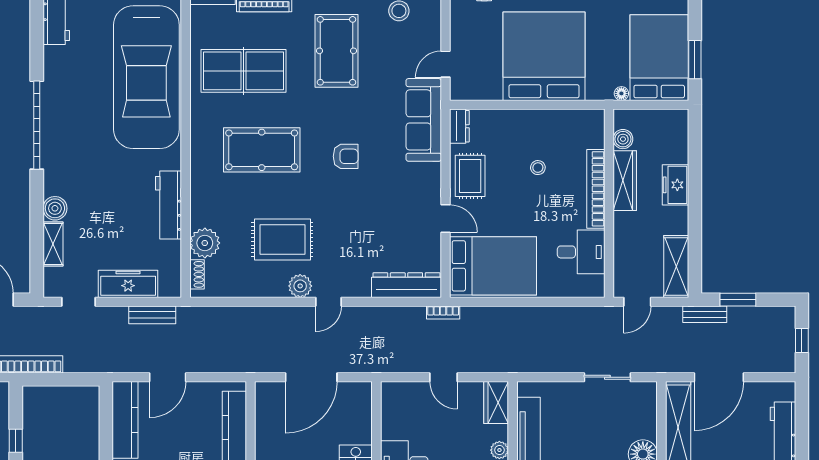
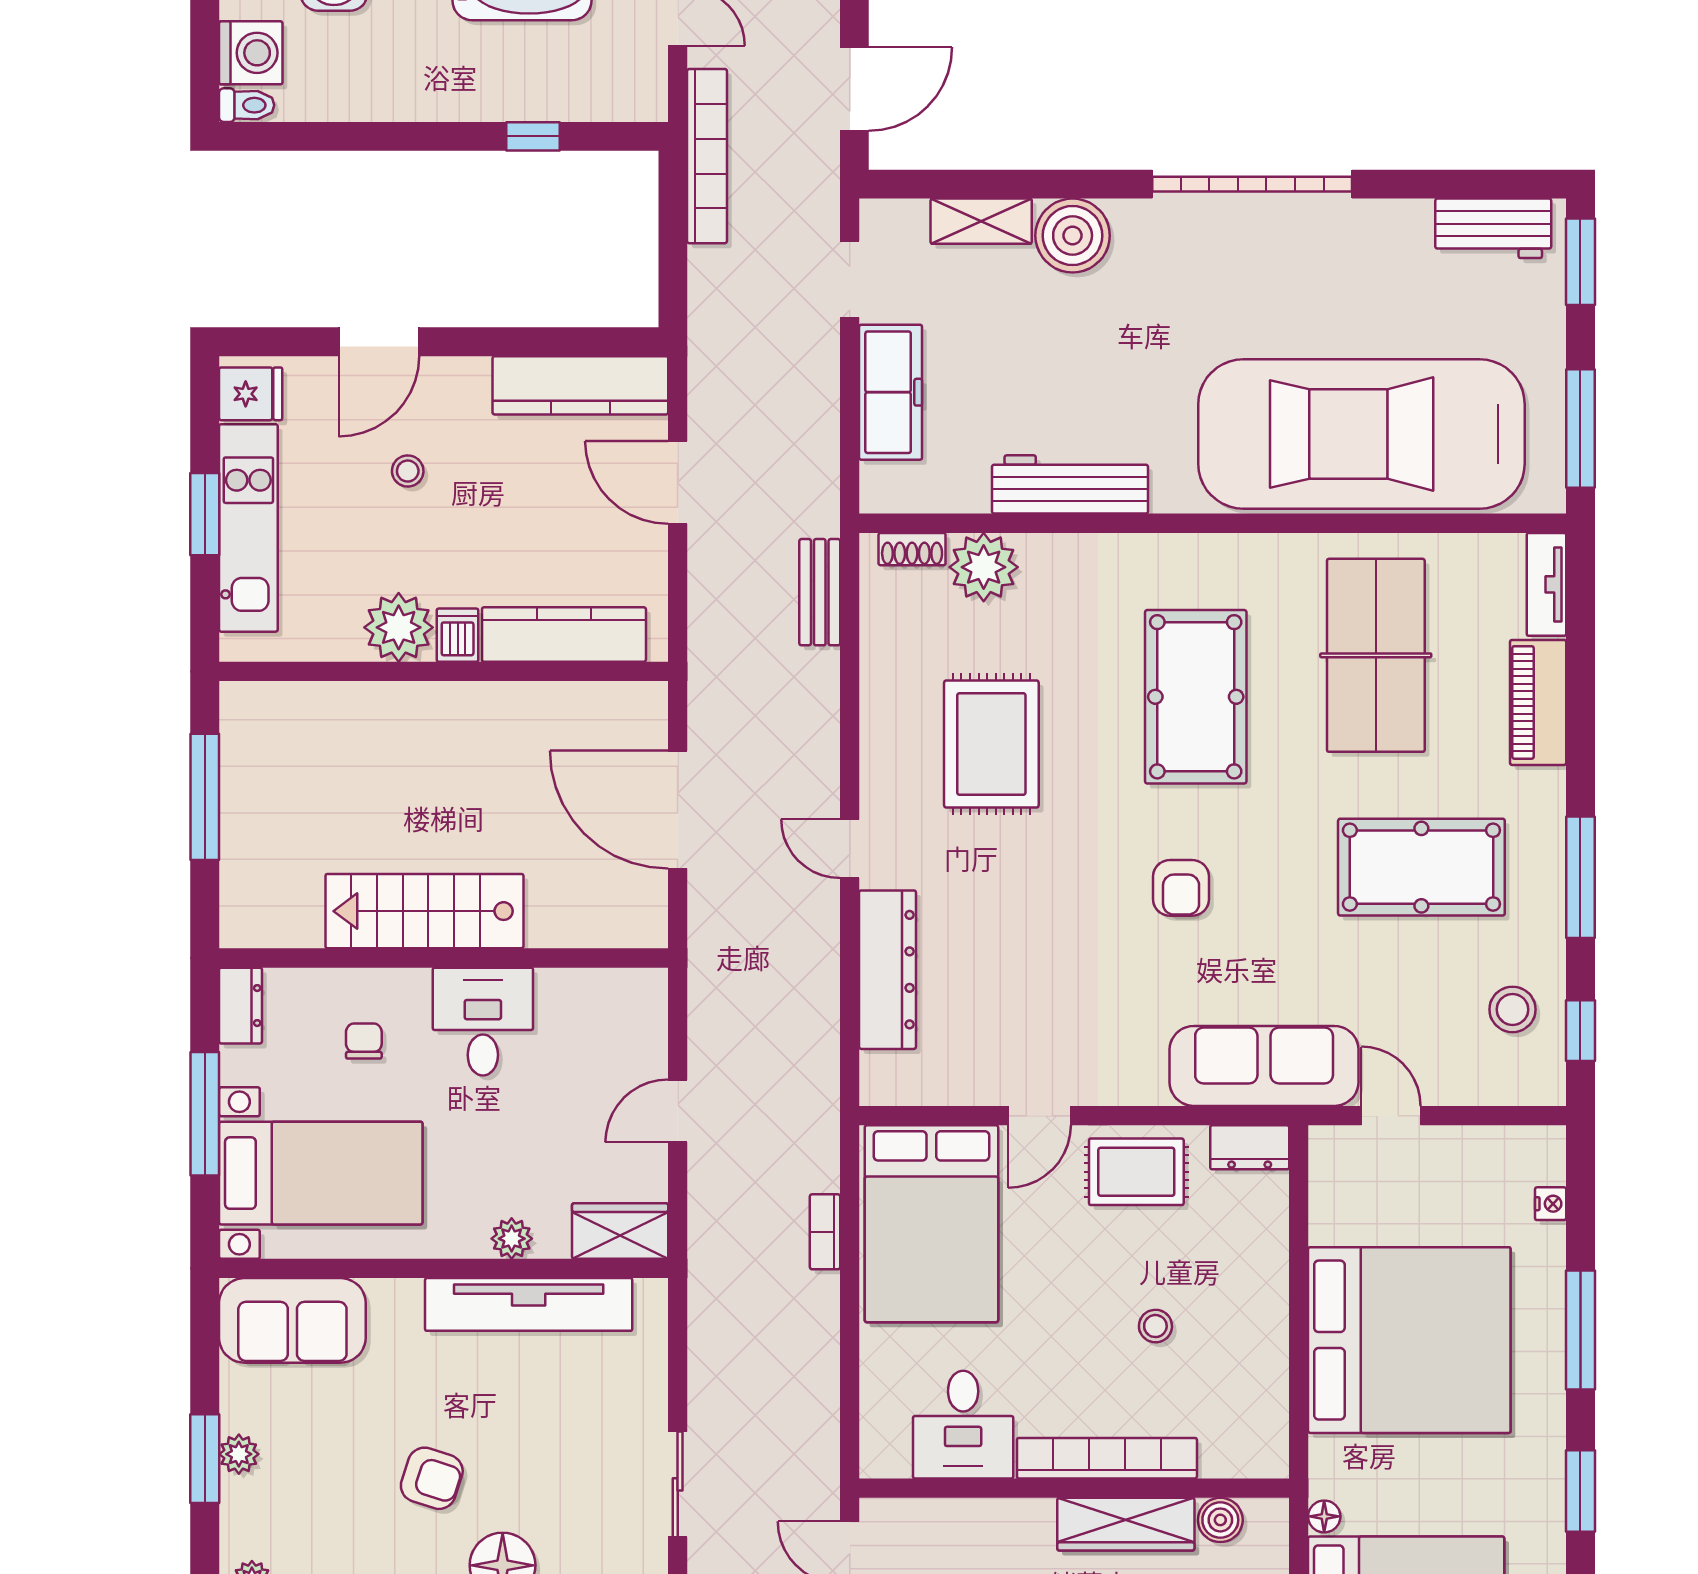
boiler: (55, 208) -> (1073, 236), width x1.37, depth x1.37
dresser: (406, 285) -> (887, 970), moved
plant: (300, 286) -> (886, 784), removed
bookcase: (443, 313) -> (825, 1232), moved
bench: (152, 315) -> (820, 592), moved

